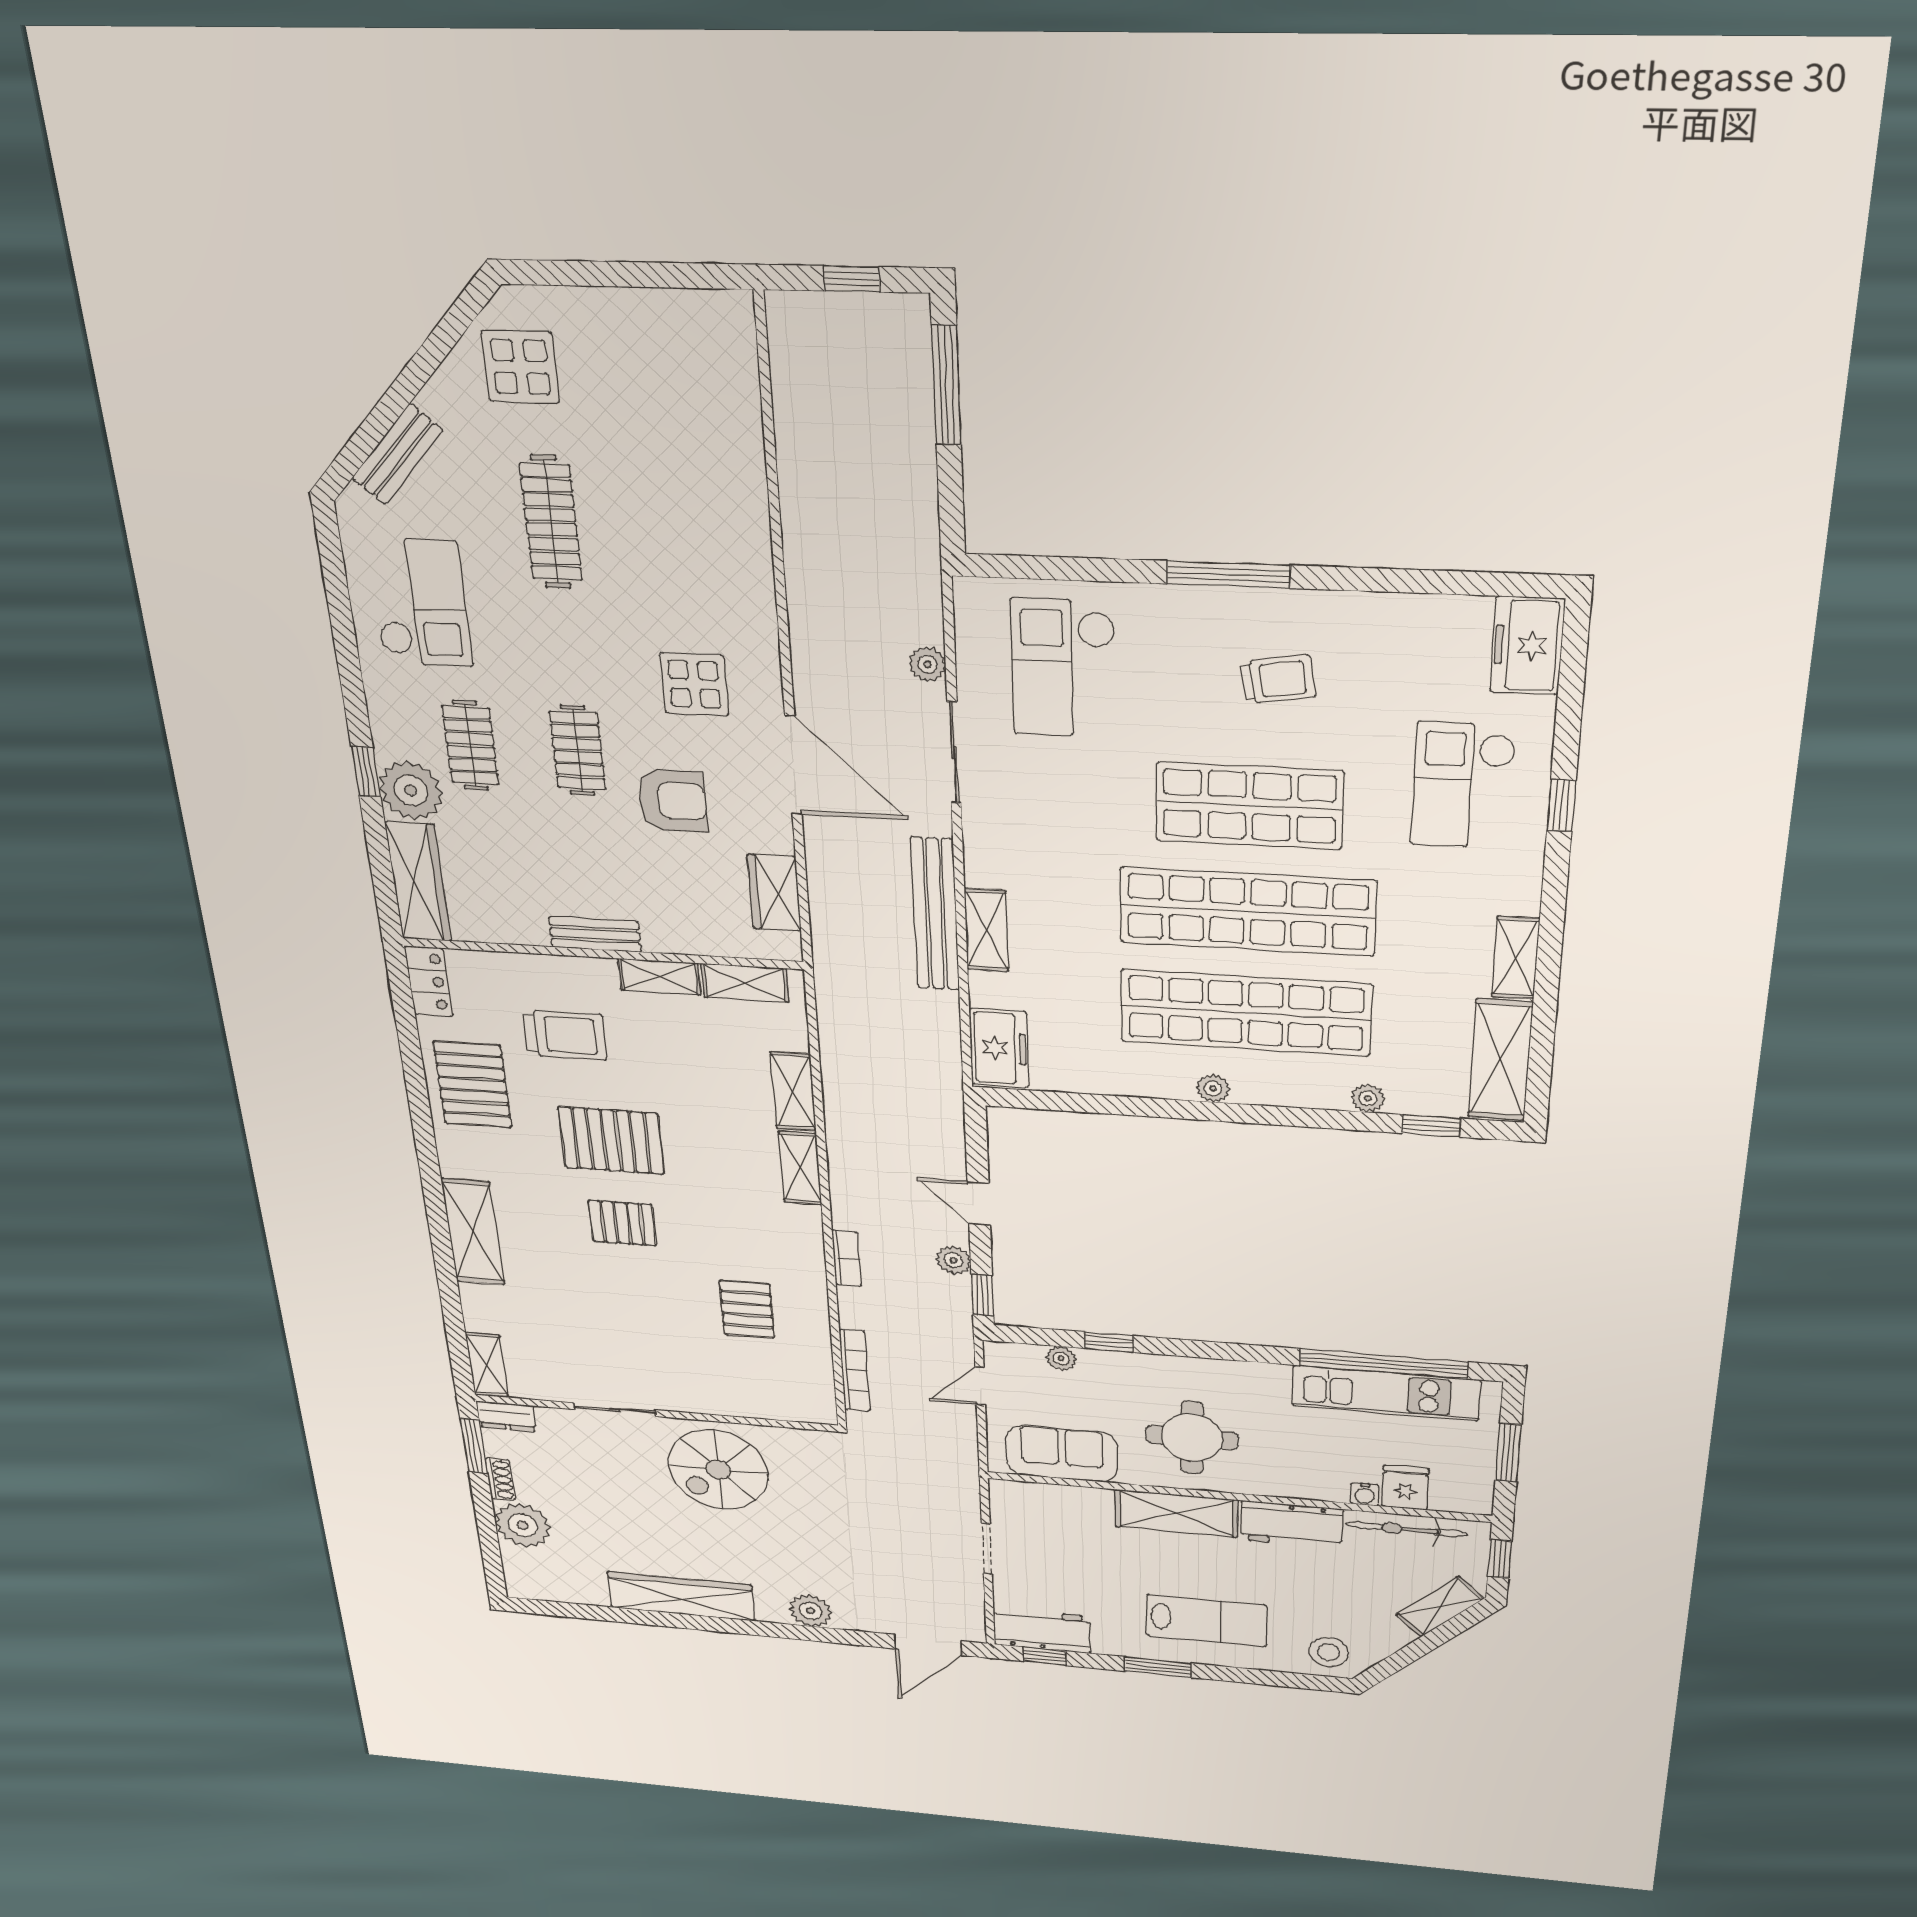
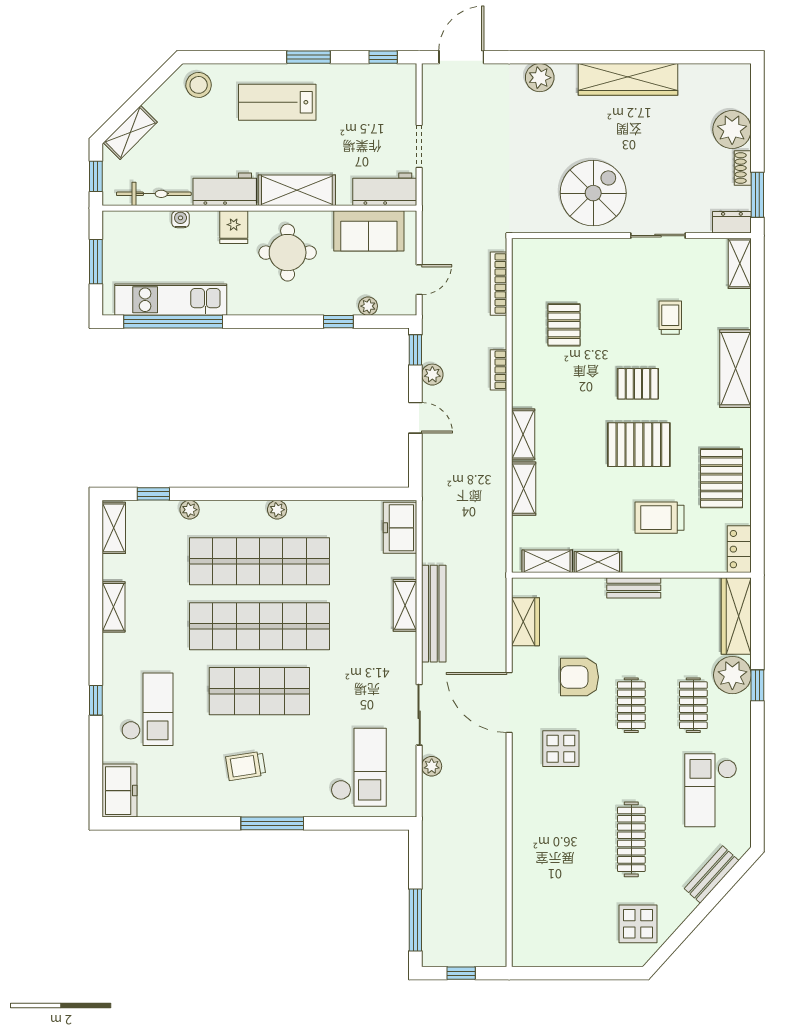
shelving: (1500, 1060) -> (114, 528), width x0.67, depth x0.75
trolley: (583, 1306) -> (670, 318), added
fridge: (1405, 1488) -> (234, 227), moved
workbench: (1042, 1630) -> (385, 189), moved, turned 180

